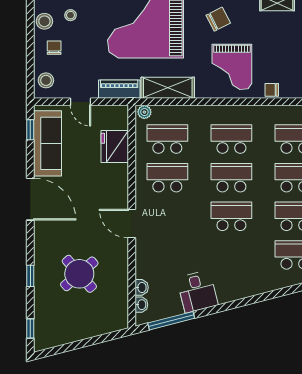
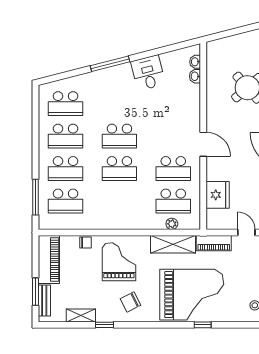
plant: (144, 112) -> (172, 224), moved
school desk: (231, 139) -> (119, 201), removed
door: (132, 224) -> (203, 144), moved
window: (171, 321) -> (110, 64), moved

